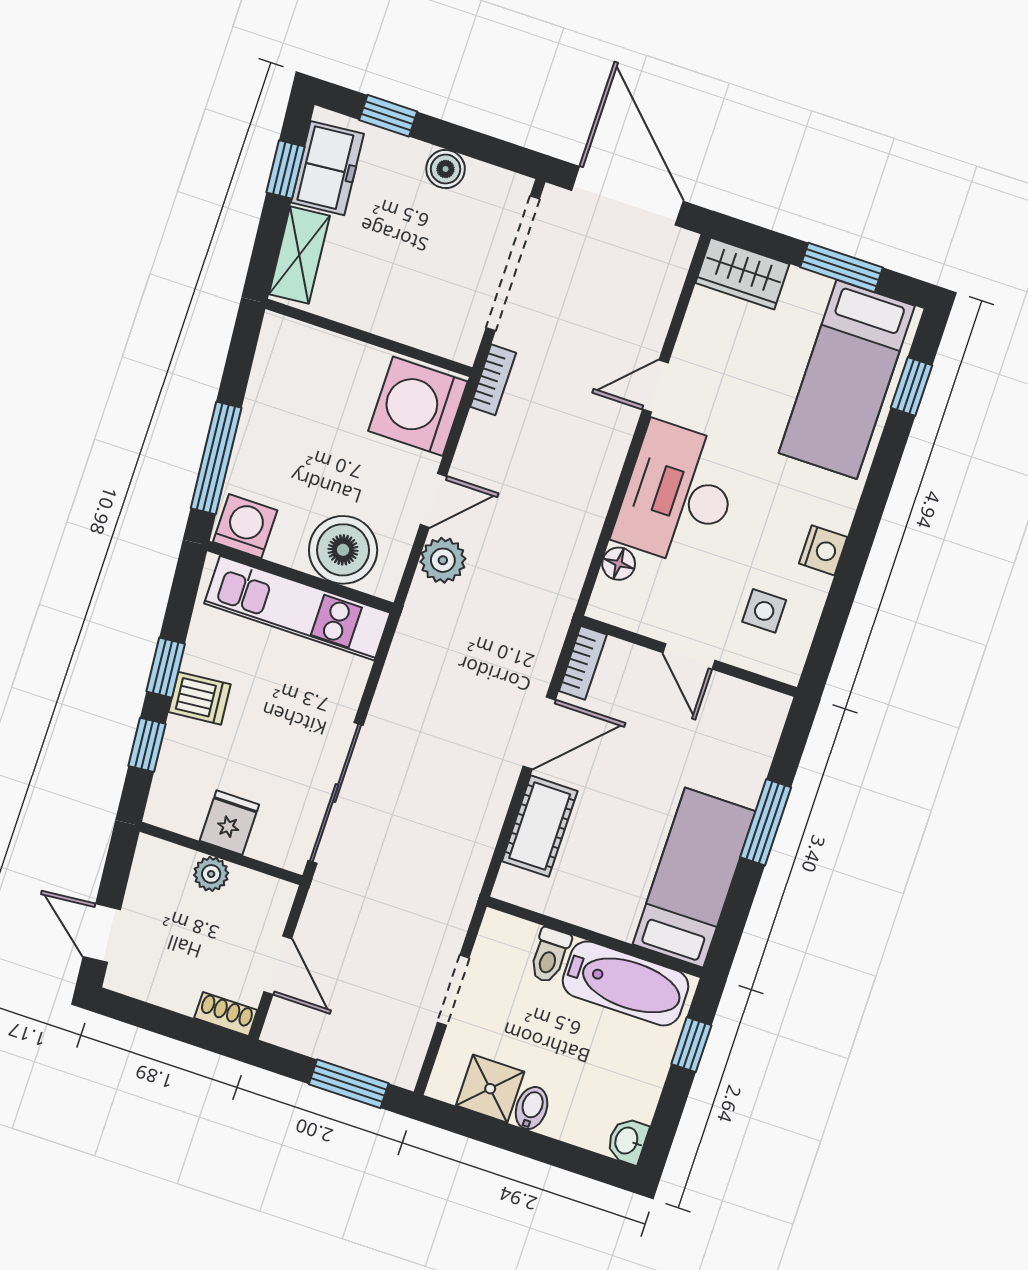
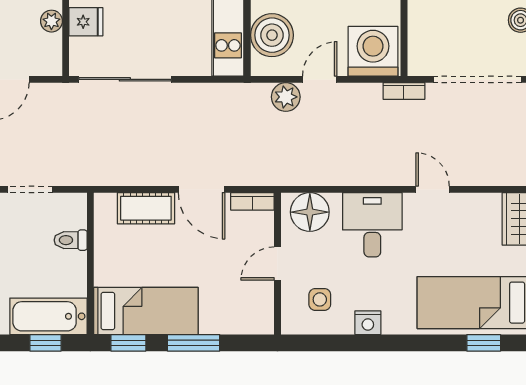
desk: (678, 494) -> (372, 225), width x0.73
door: (433, 500) -> (320, 79), swing flipped
floor lamp: (619, 564) -> (310, 212), width x1.89, depth x1.89
window: (733, 920) -> (128, 343), added
bathtub: (625, 983) -> (48, 316), moved, turned 90

